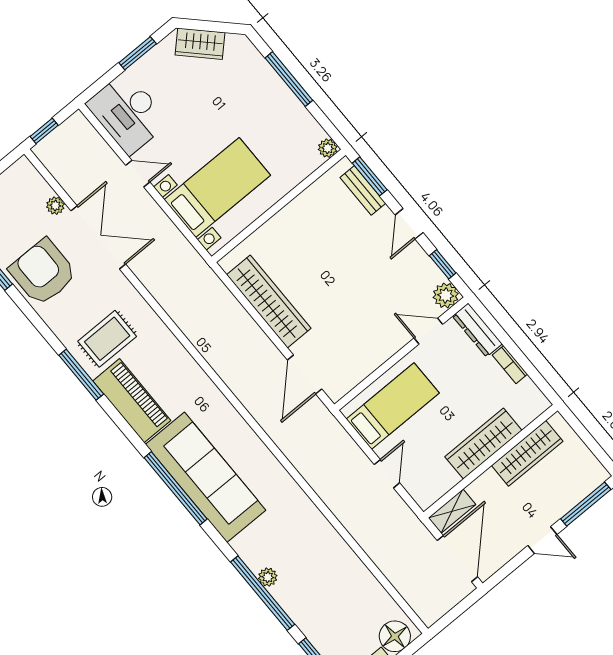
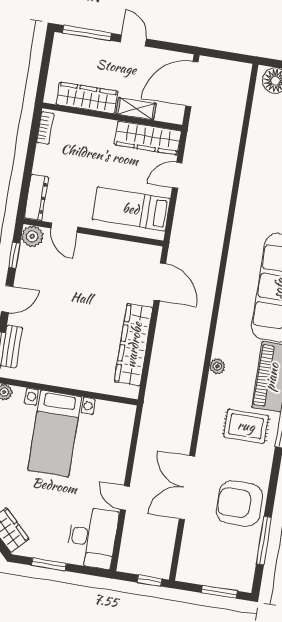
bed with nightstands: (217, 187) -> (55, 433), moved, turned -90
plant: (55, 206) -> (217, 366), moved
armchair: (43, 272) -> (239, 504), turned 90
bookcase: (510, 365) -> (45, 128), moved
door: (305, 375) -> (160, 282), hinge flipped
wardrobe: (483, 444) -> (148, 138), moved
shelving: (452, 511) -> (136, 109), moved

